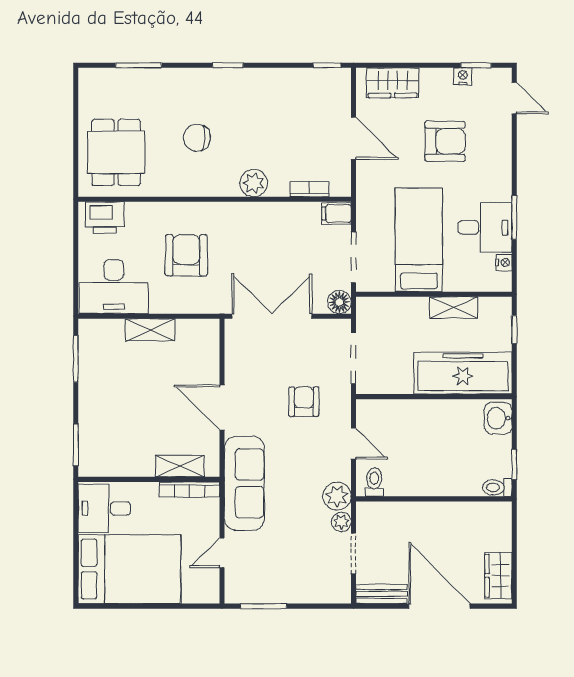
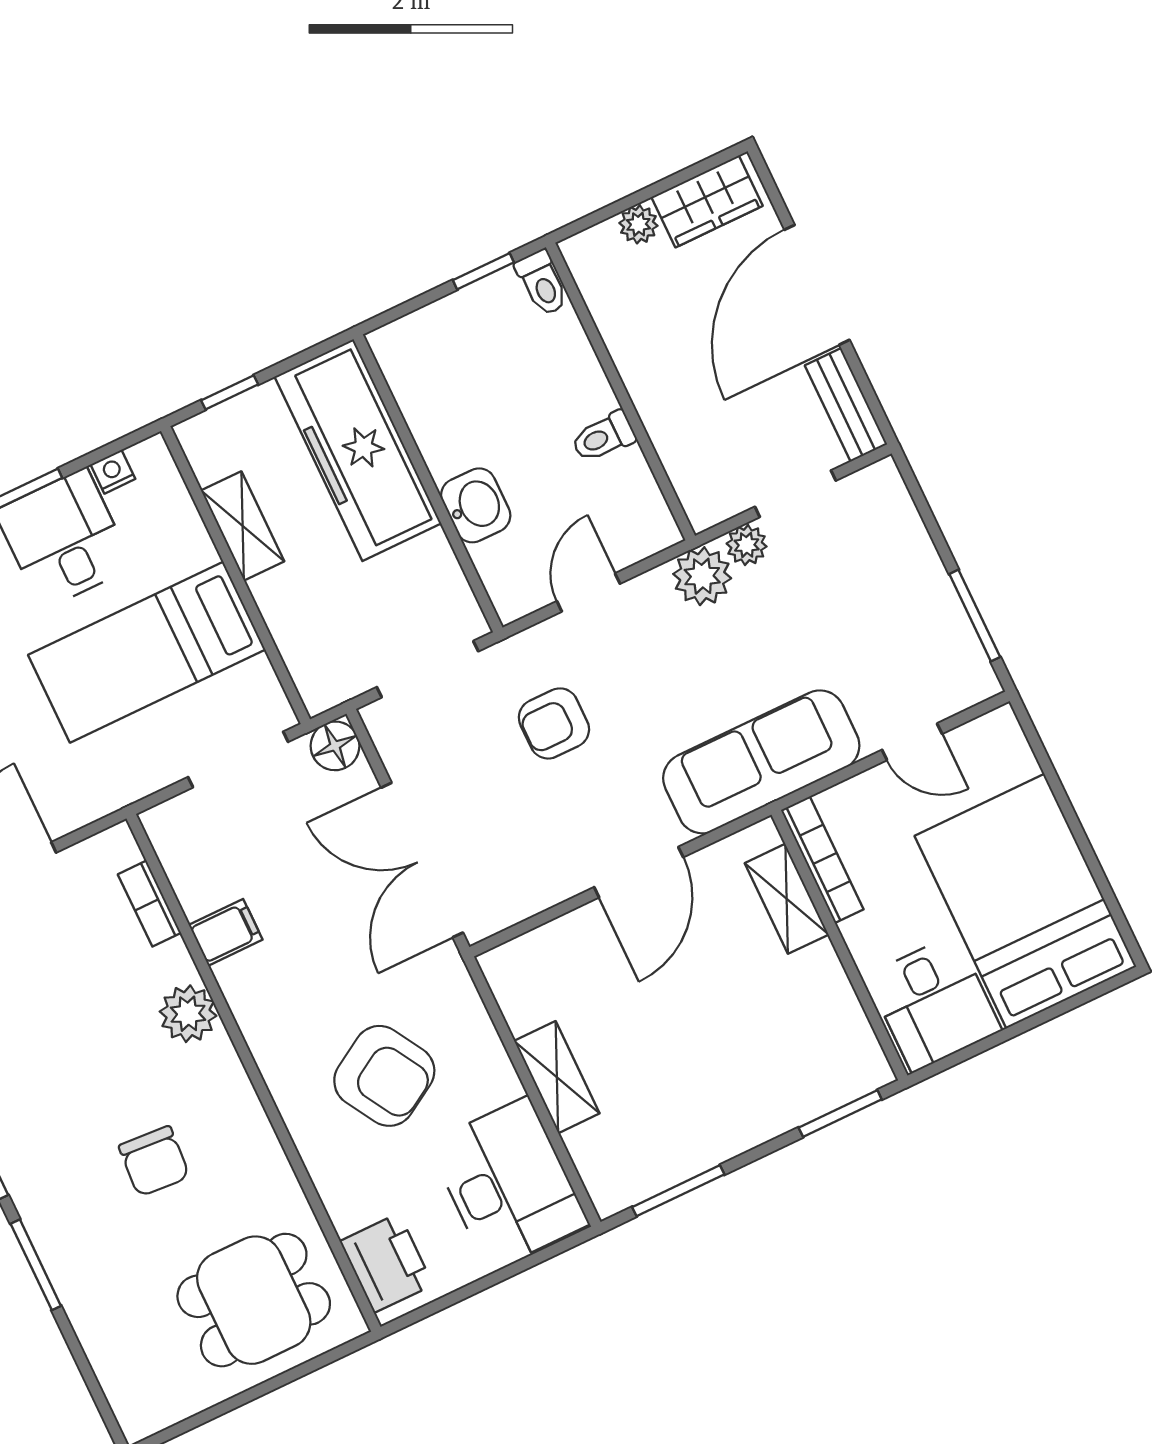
window: (139, 65) -> (36, 1265), moved
filing cabinet: (337, 214) -> (226, 932), moved, turned -90
armchair: (186, 255) -> (384, 1076), turned -121
washbasin: (498, 418) -> (476, 505), moved, turned -90
toilet: (374, 482) -> (603, 437), moved
plant: (503, 541) -> (638, 224), added

